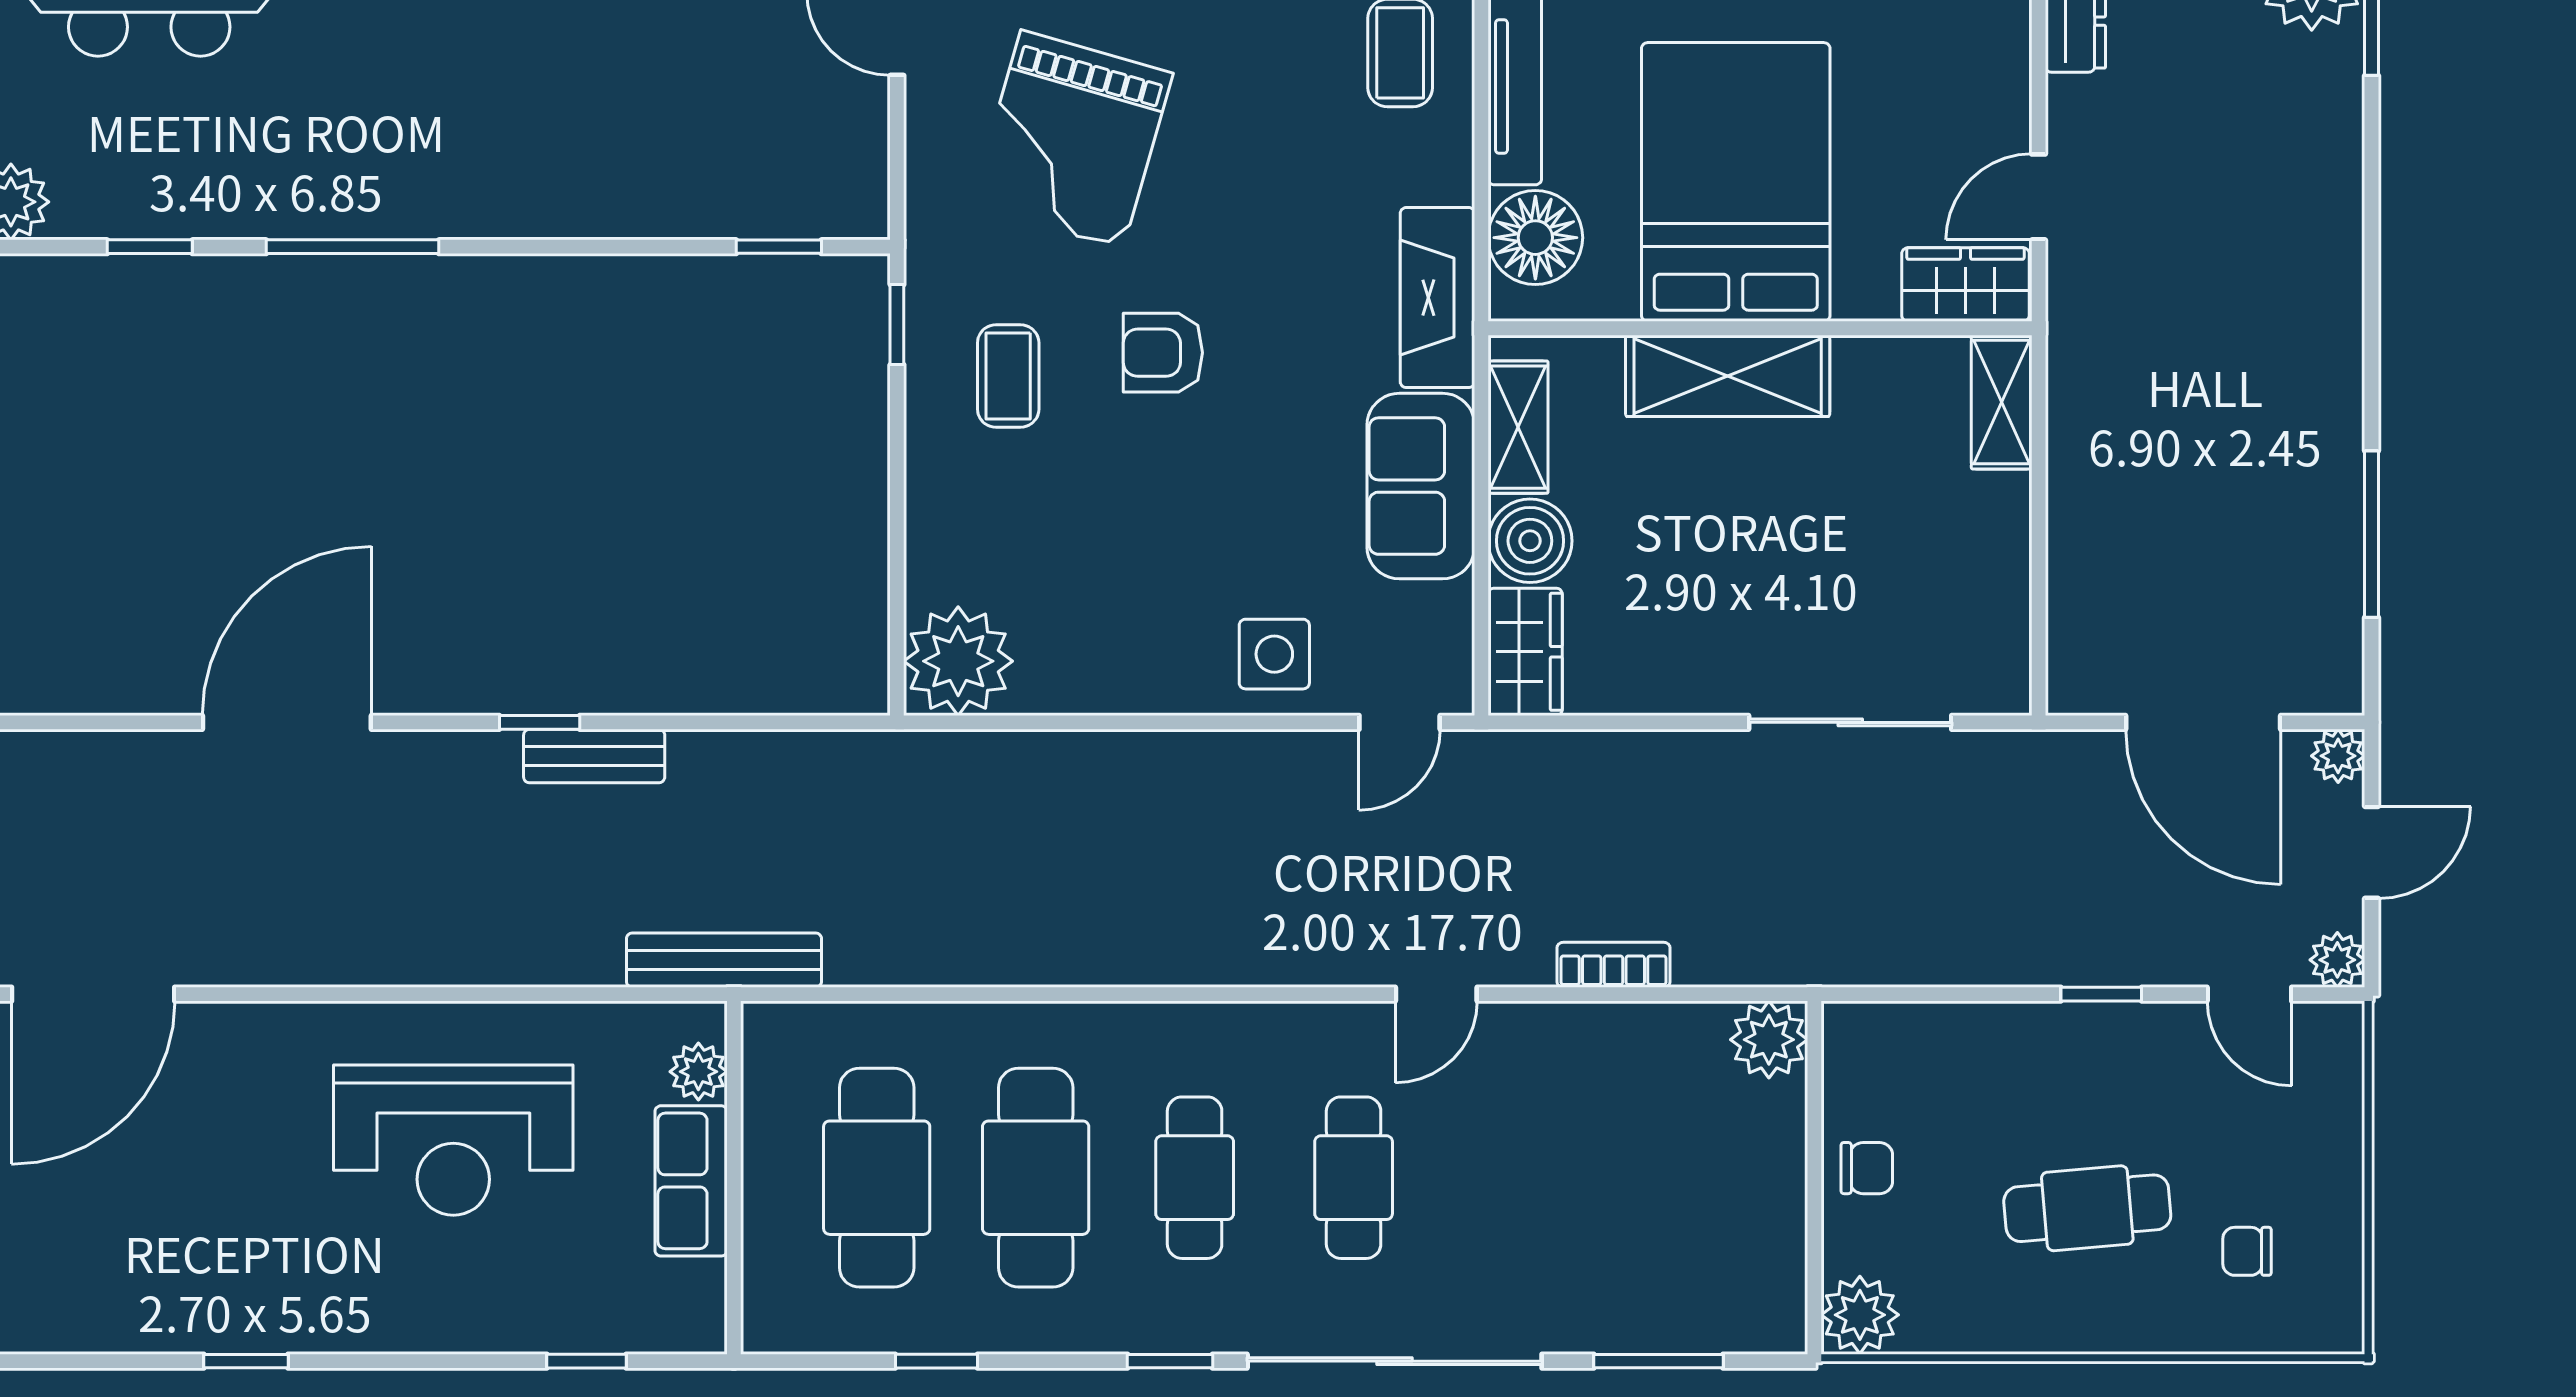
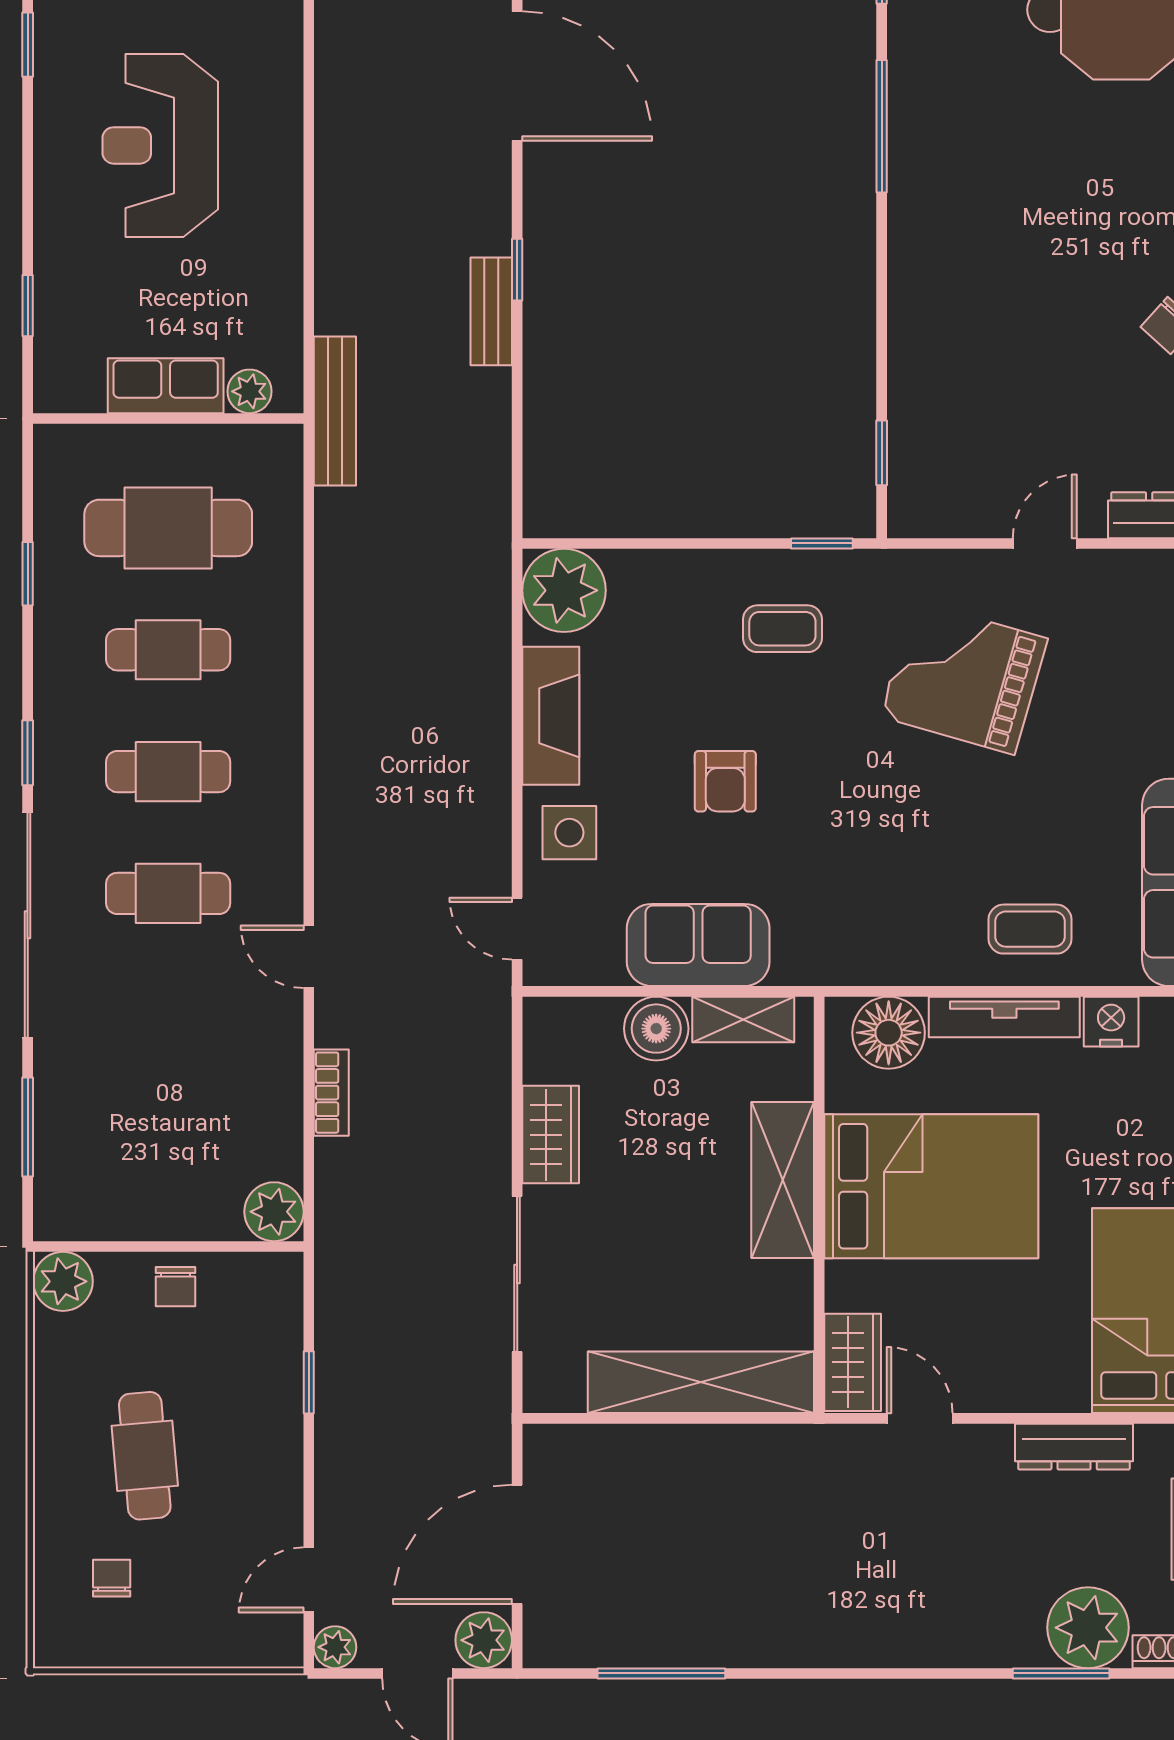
fireplace: (1437, 298) -> (551, 716), moved, turned 90
armchair: (1163, 353) -> (725, 781), moved, turned 180
shelving: (2002, 402) -> (701, 1382), width x2.20, depth x1.33
wardrobe: (1525, 652) -> (551, 1135), moved, turned -90
plant: (2338, 756) -> (484, 1640), width x1.38, depth x1.38
window: (2101, 994) -> (309, 1382), moved
reception desk: (453, 1140) -> (160, 145), moved
cafe table: (1036, 1178) -> (168, 650), width x0.73, depth x0.74

